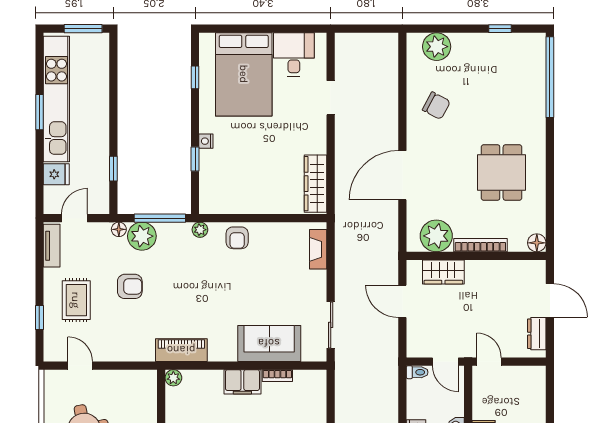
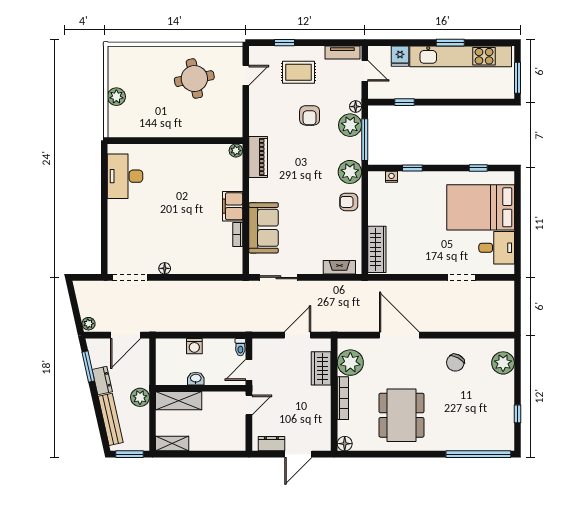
nightstand: (206, 141) -> (391, 177), moved
dining table: (501, 173) -> (401, 415), width x1.38
wardrobe: (315, 184) -> (377, 249), moved, turned 90
plant: (200, 230) -> (350, 172), width x1.87, depth x1.87

